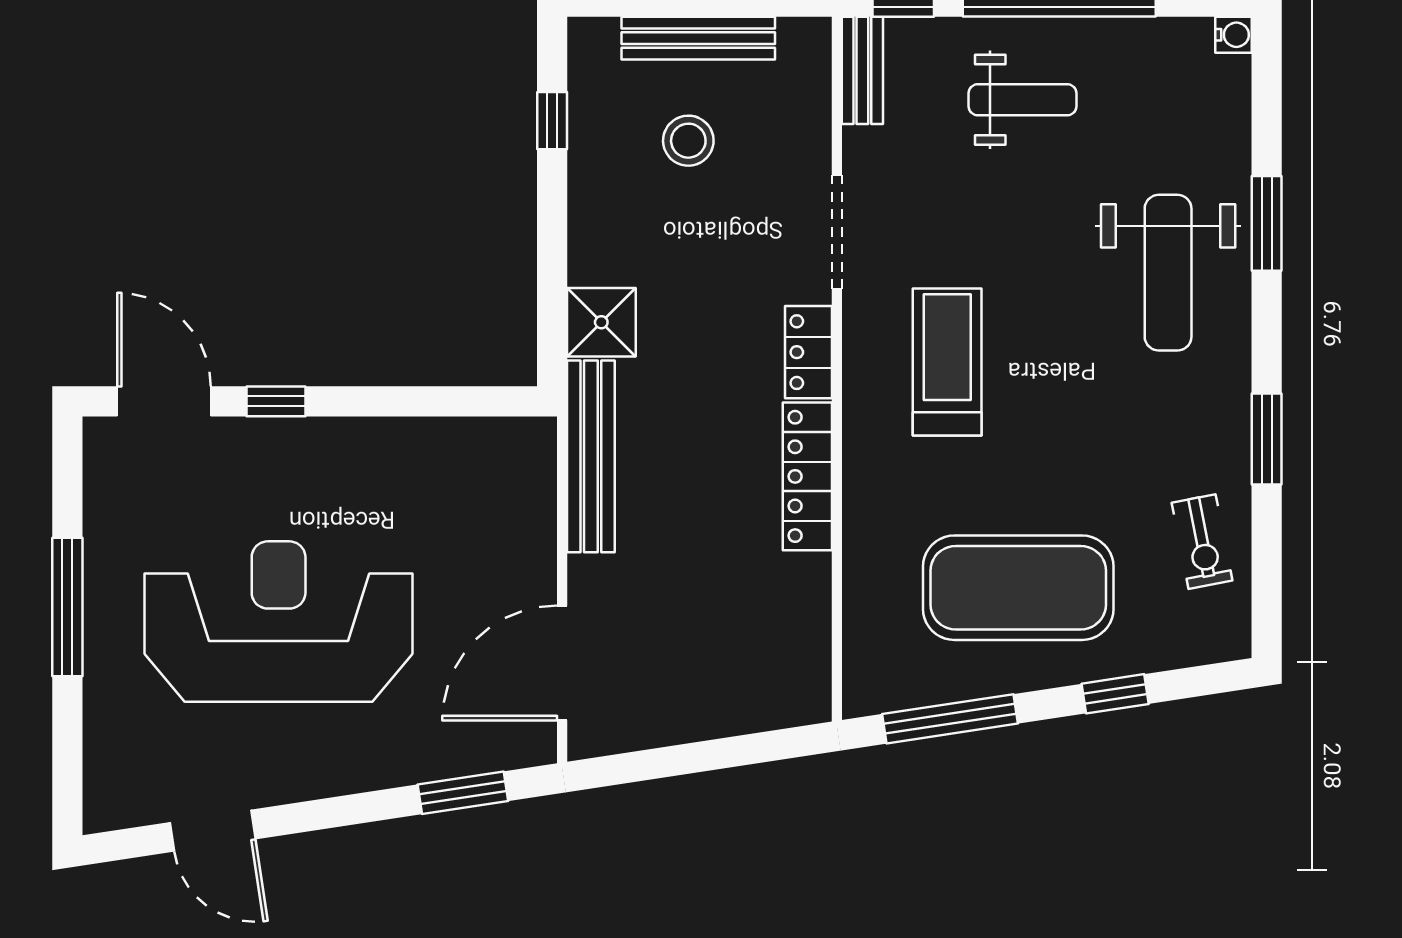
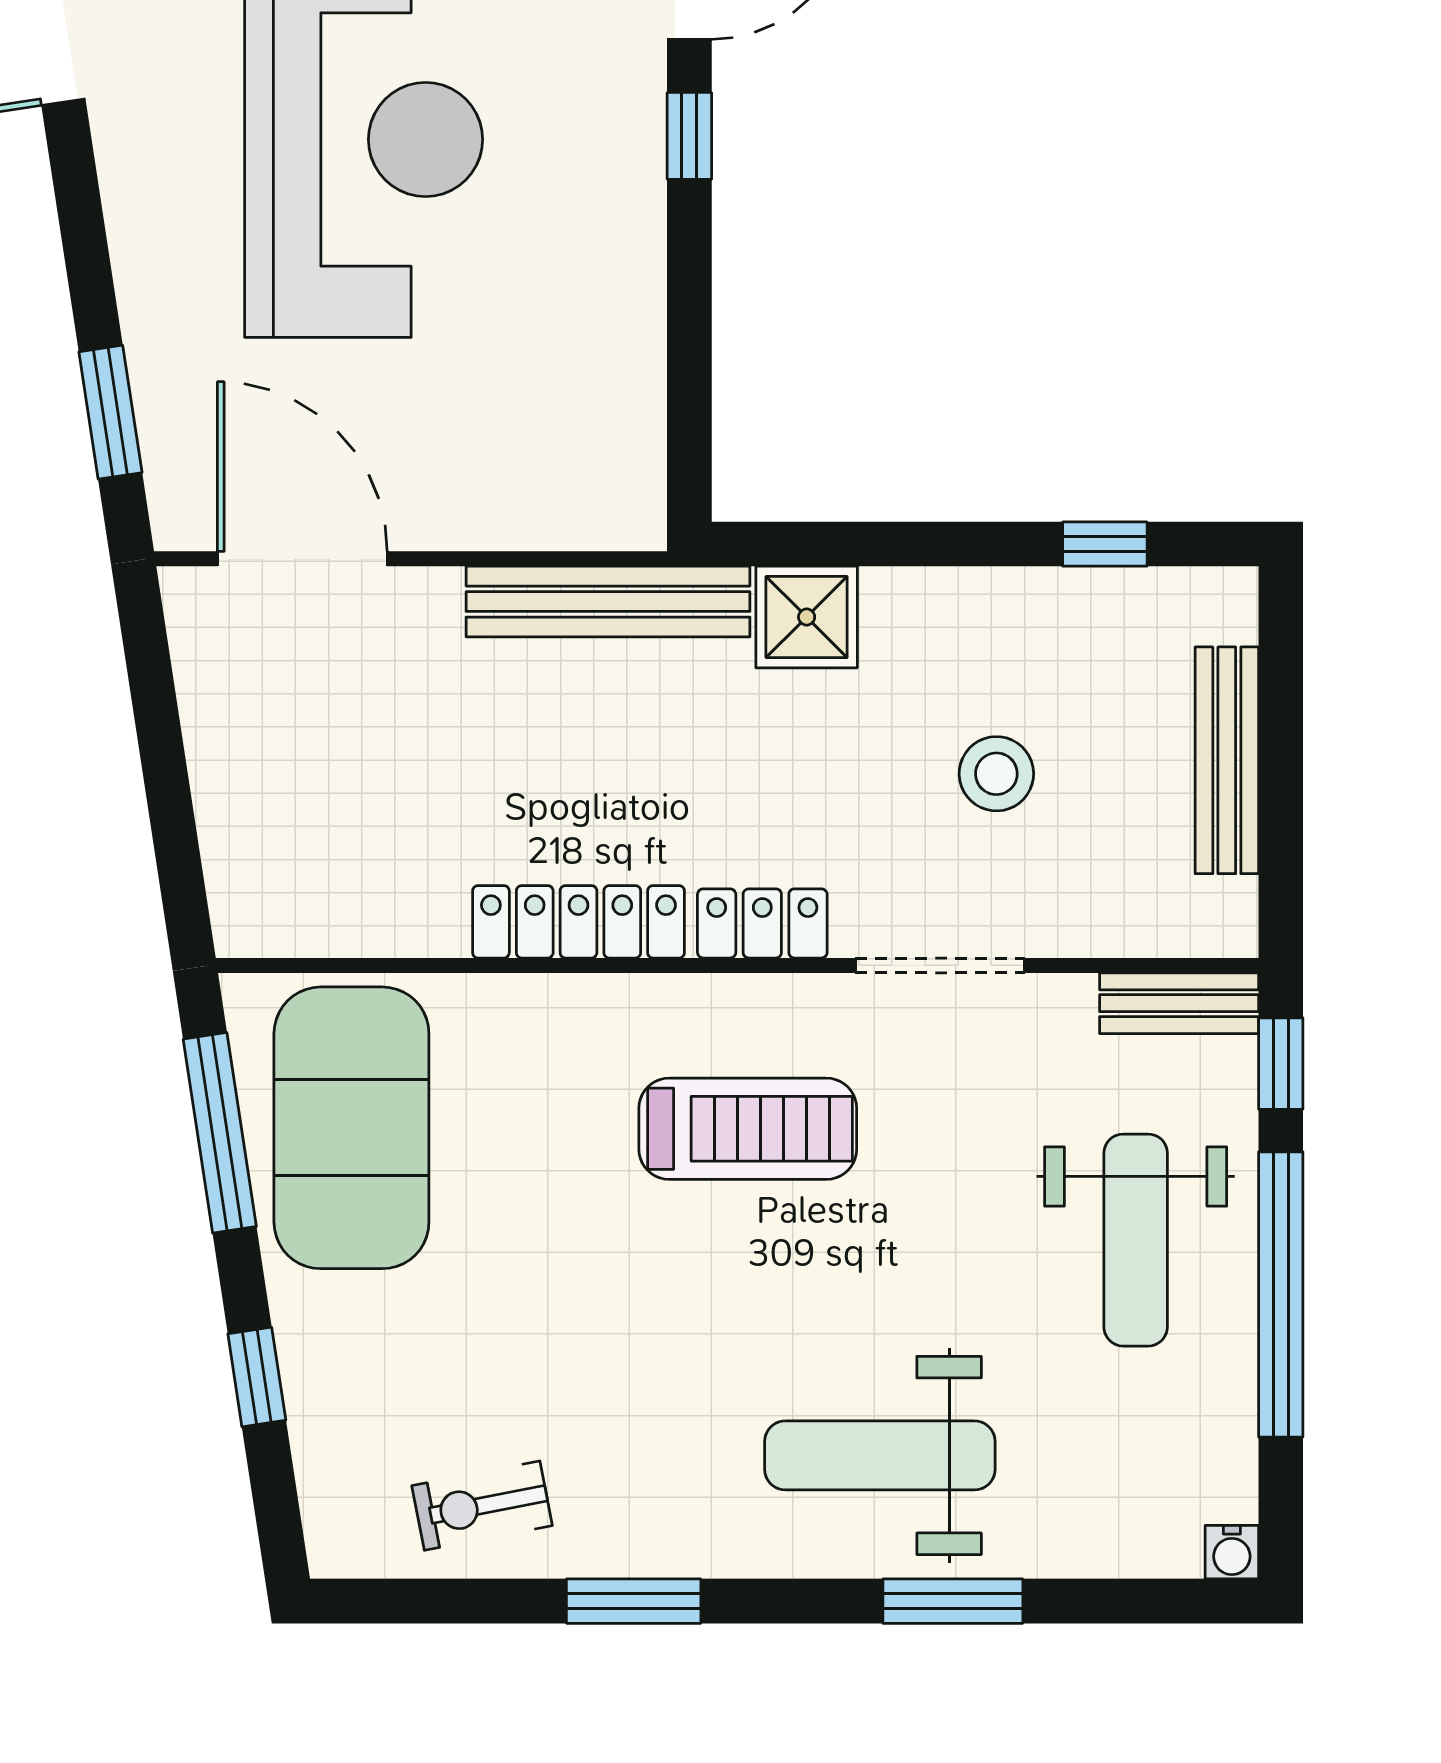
weight bench: (1023, 100) -> (1136, 1240), width x1.36, depth x1.33
stool: (688, 141) -> (996, 774), moved
exercise mat: (1018, 588) -> (351, 1128), moved

